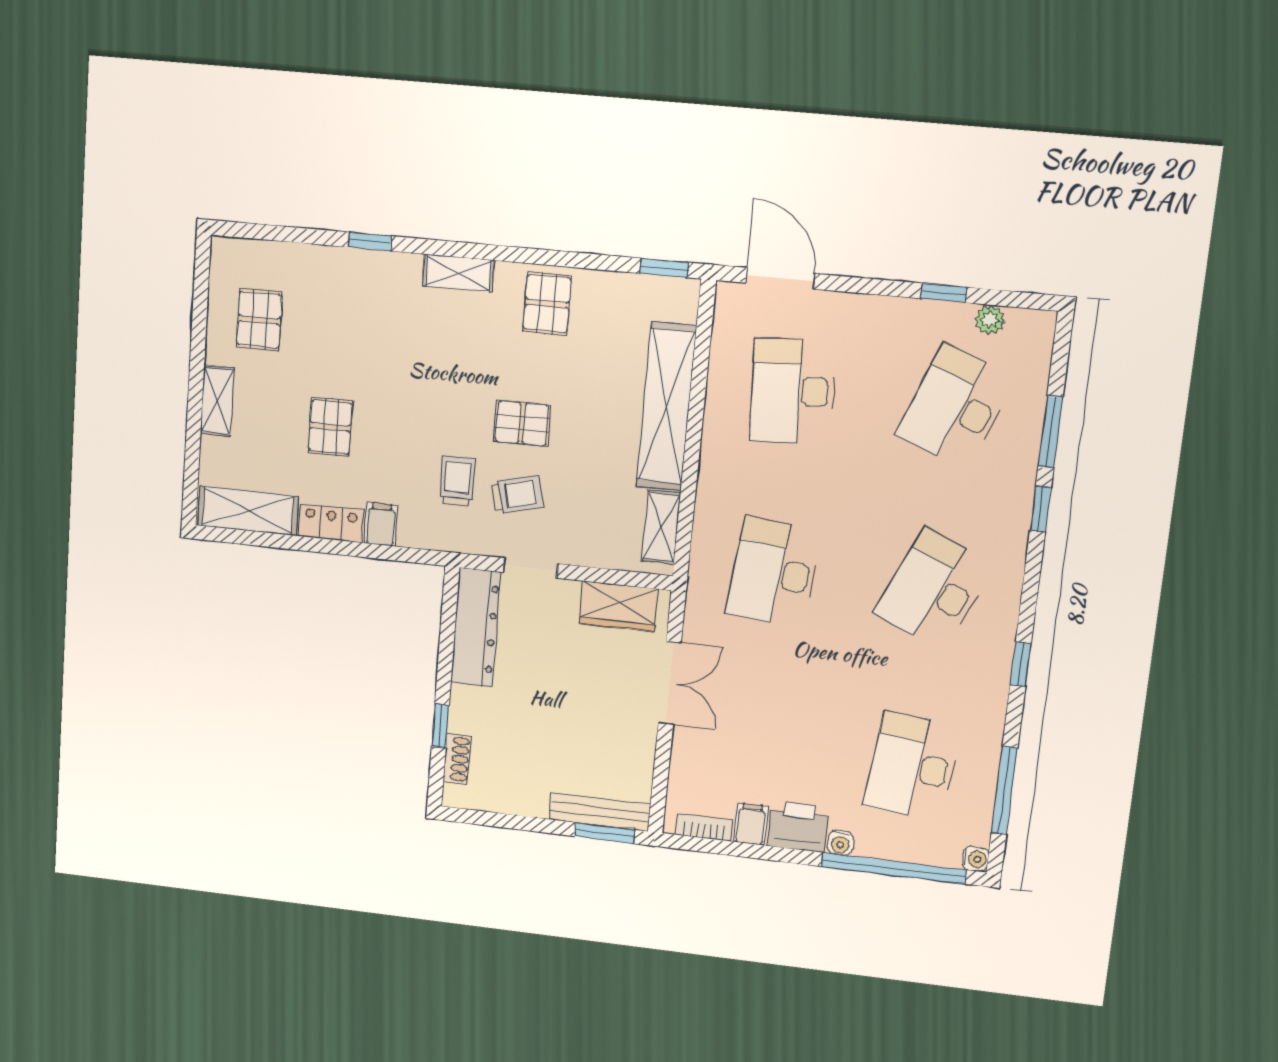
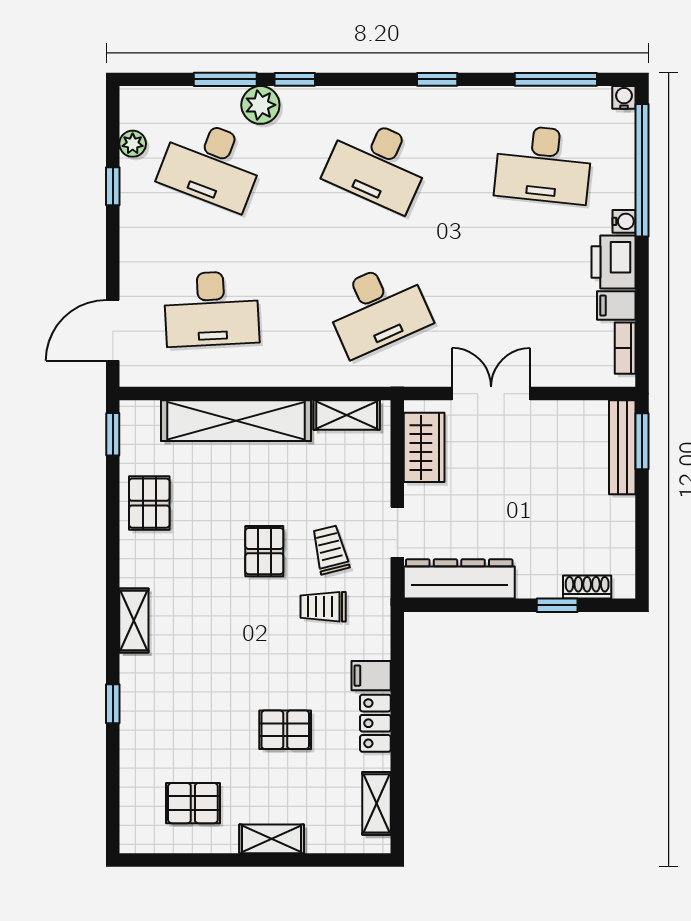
pallet: (547, 304) -> (149, 503), moved, turned 90
plant: (1016, 468) -> (260, 105), added
shelving: (248, 511) -> (377, 803), width x0.67, depth x0.75
desk: (774, 573) -> (377, 309), turned -30

